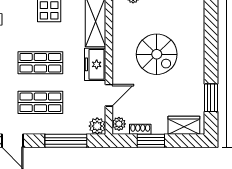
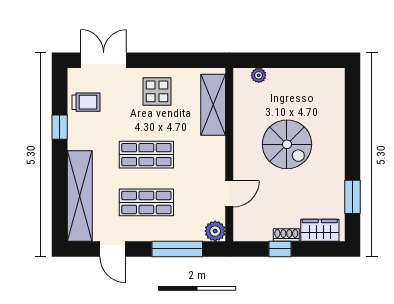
freezer: (95, 64) -> (213, 157), removed
plant: (119, 124) -> (241, 228), removed
shoe rack: (140, 129) -> (286, 235), moved
window: (151, 141) -> (280, 249), width x0.67

